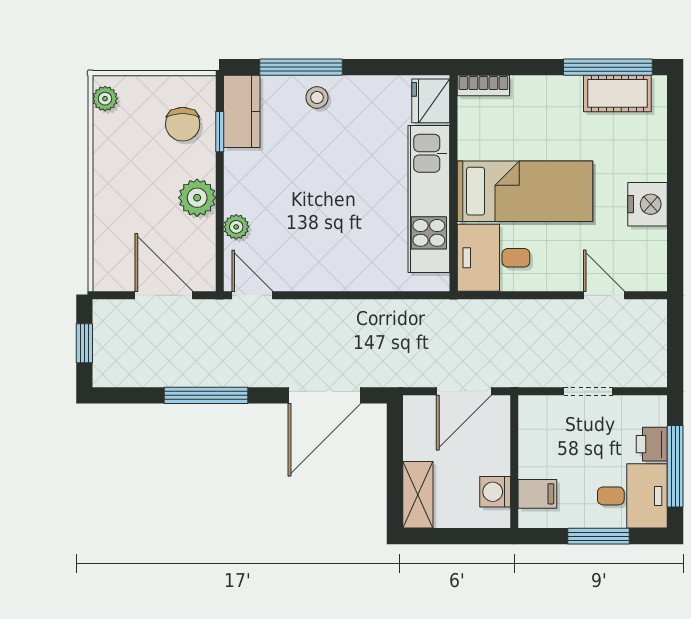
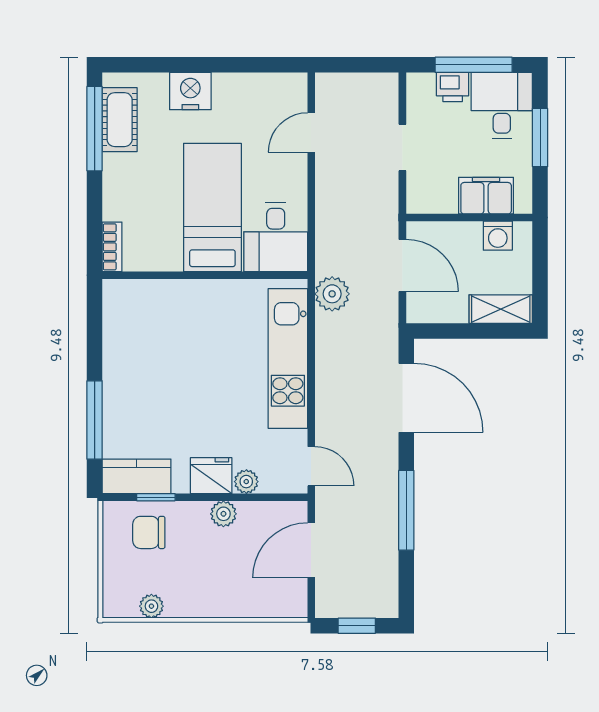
stool: (317, 97) -> (123, 405), removed
plant: (105, 99) -> (151, 606), moved
fridge: (431, 101) -> (211, 476), moved, turned 180
chair: (183, 124) -> (149, 532), turned 180
plant: (197, 198) -> (223, 514), width x0.73, depth x0.73
kitchen unit: (429, 199) -> (288, 359), moved, turned 90
nightstand: (648, 204) -> (190, 91), moved
door: (252, 295) -> (311, 466), swing flipped
plant: (434, 317) -> (332, 294), added
filing cabinet: (537, 494) -> (486, 196), width x2.00

